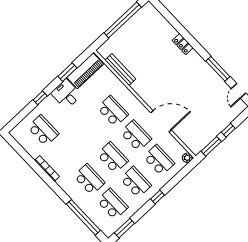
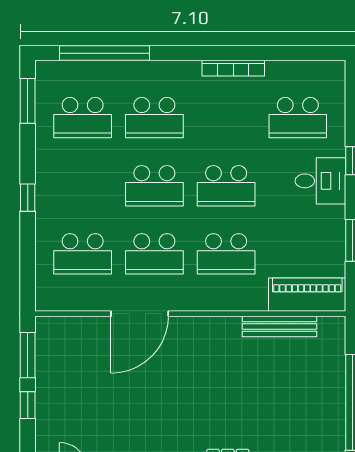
piano: (85, 71) -> (307, 295), moved, turned 90
desk: (66, 94) -> (320, 181), moved
plant: (187, 158) -> (45, 301), removed
school desk: (136, 182) -> (226, 186), moved

